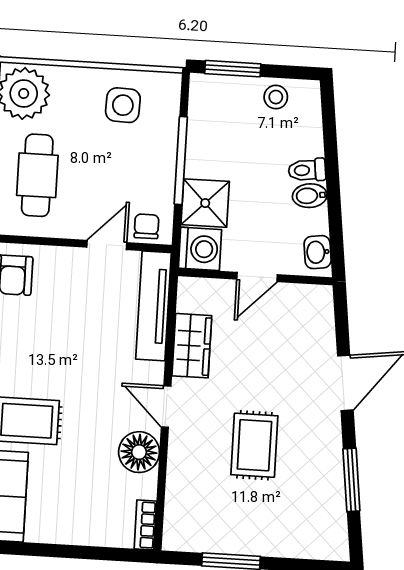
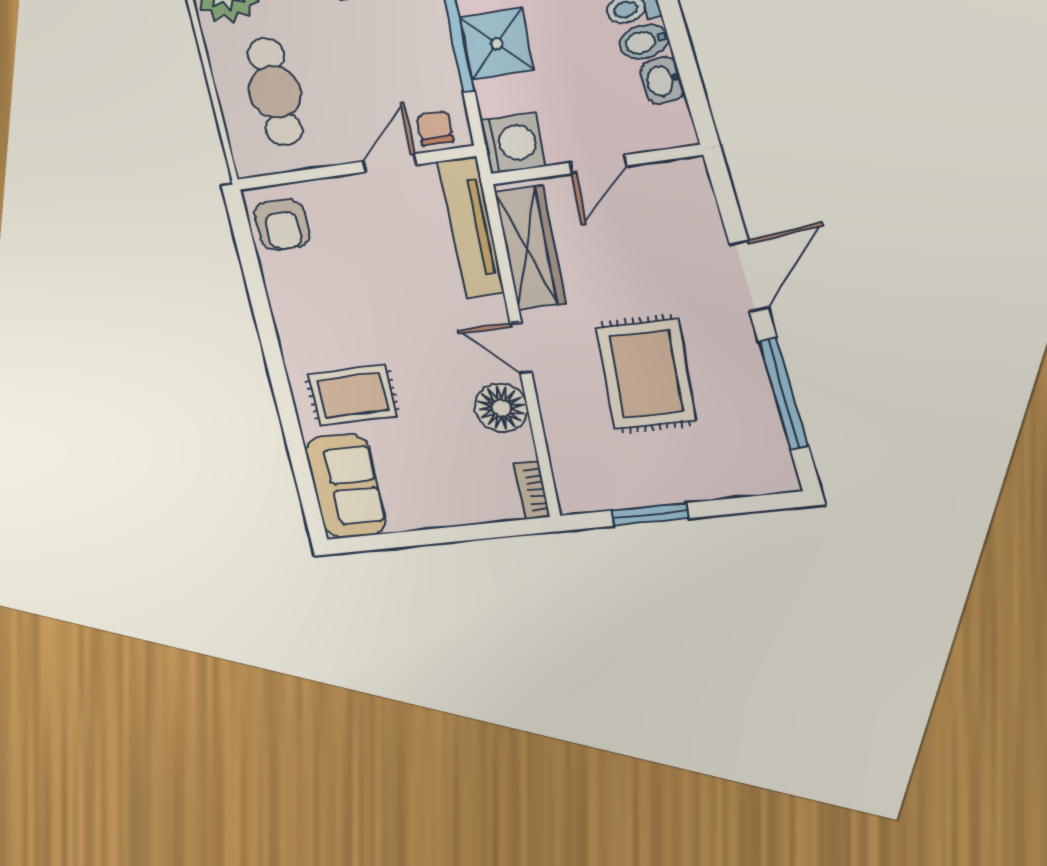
shower: (205, 203) -> (497, 44), moved
washbasin: (318, 252) -> (662, 81), moved
wardrobe: (192, 346) -> (530, 248), width x1.50
rug: (254, 445) -> (646, 374), width x1.36, depth x1.43
window: (351, 480) -> (784, 394), width x1.44

